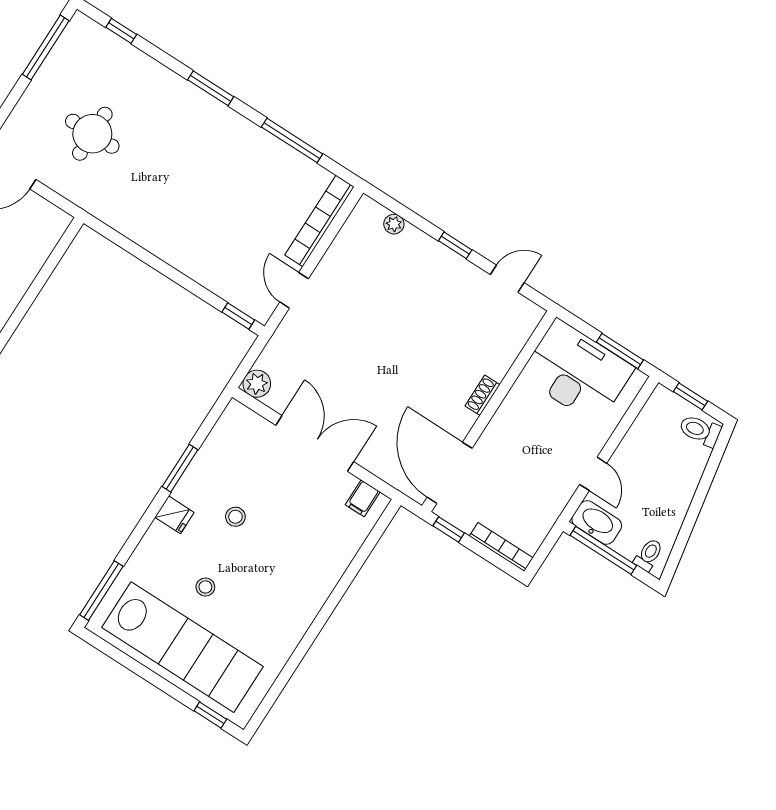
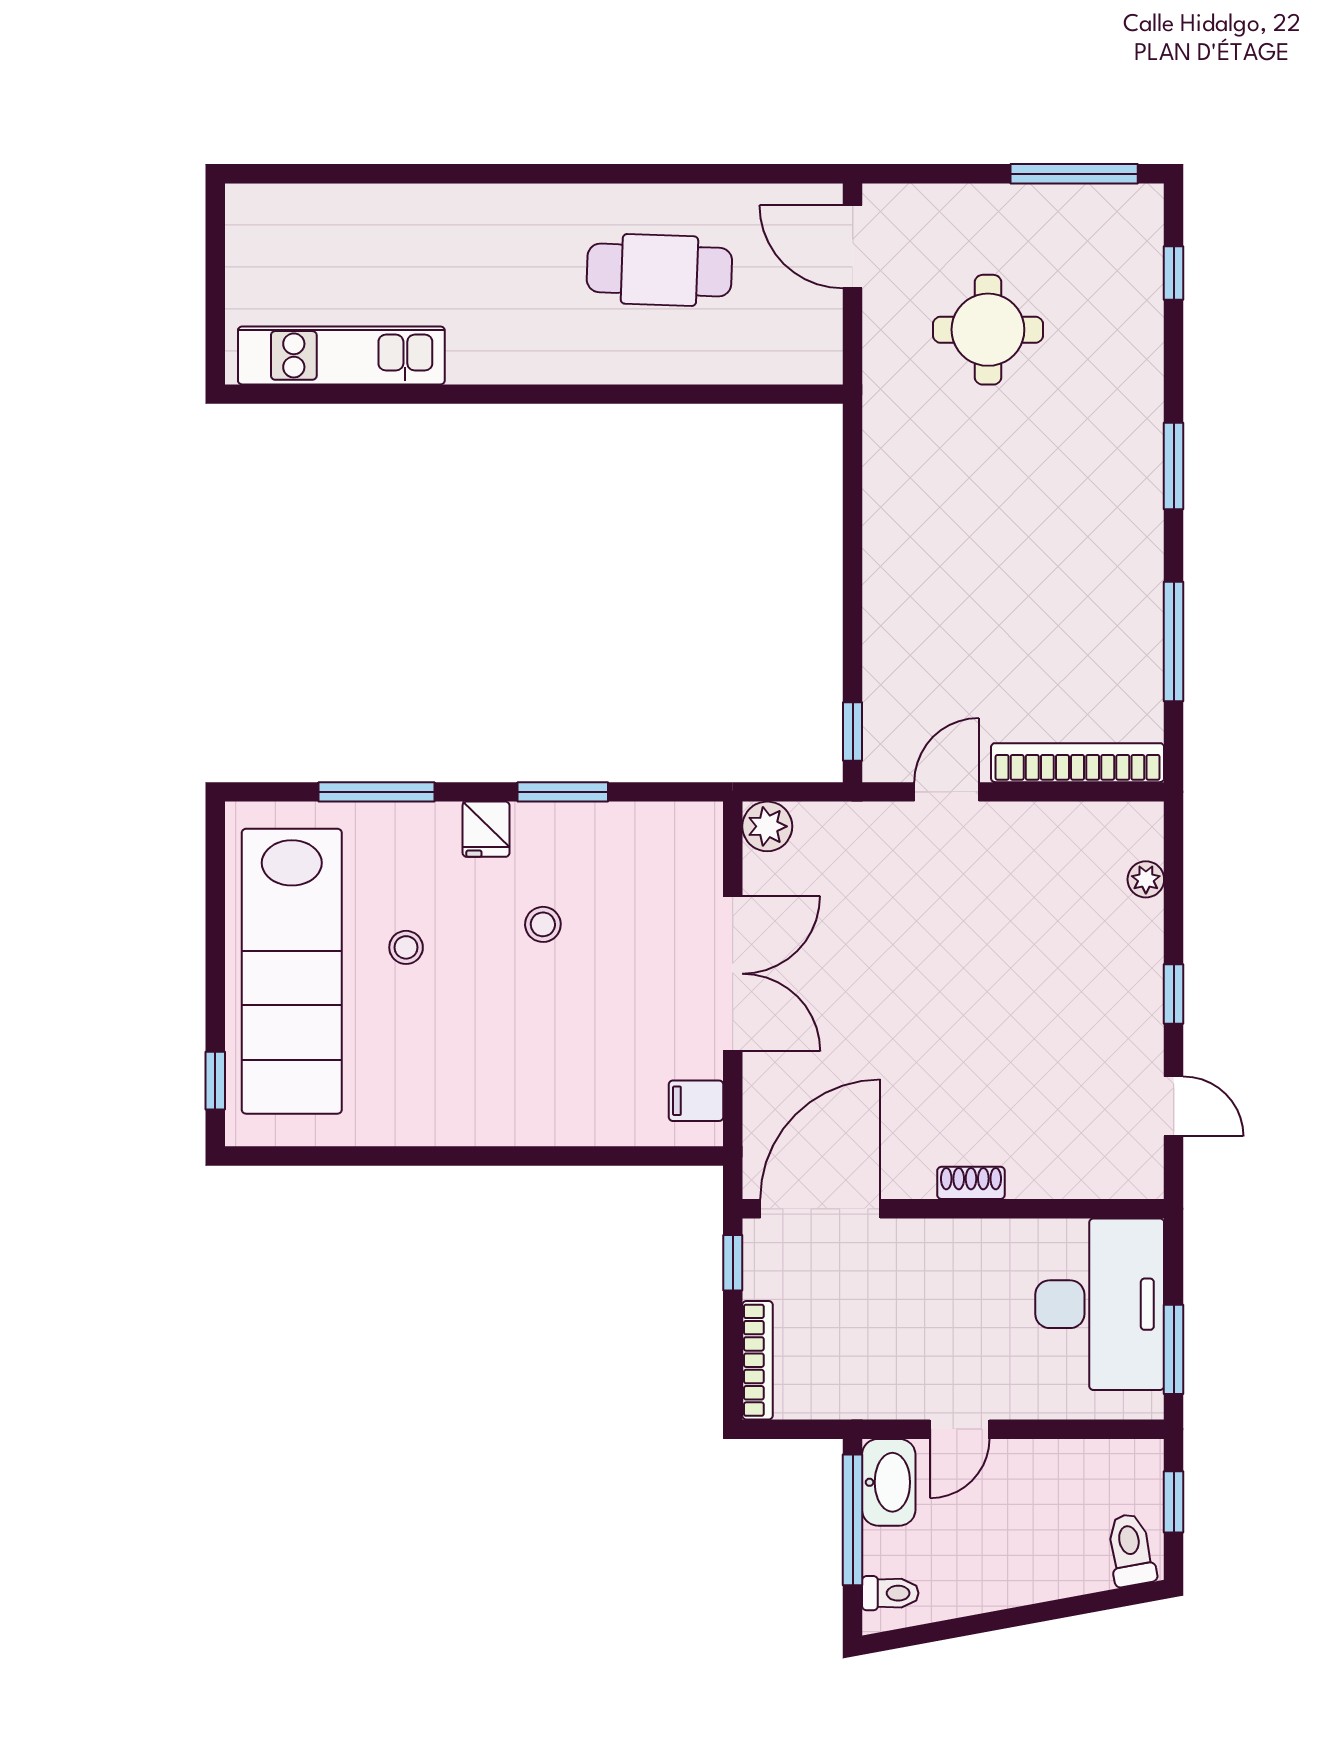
window: (101, 591) -> (376, 792), moved

